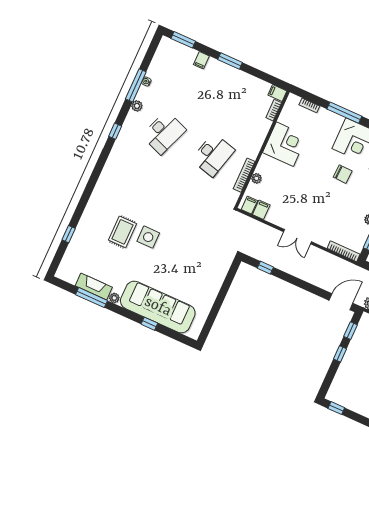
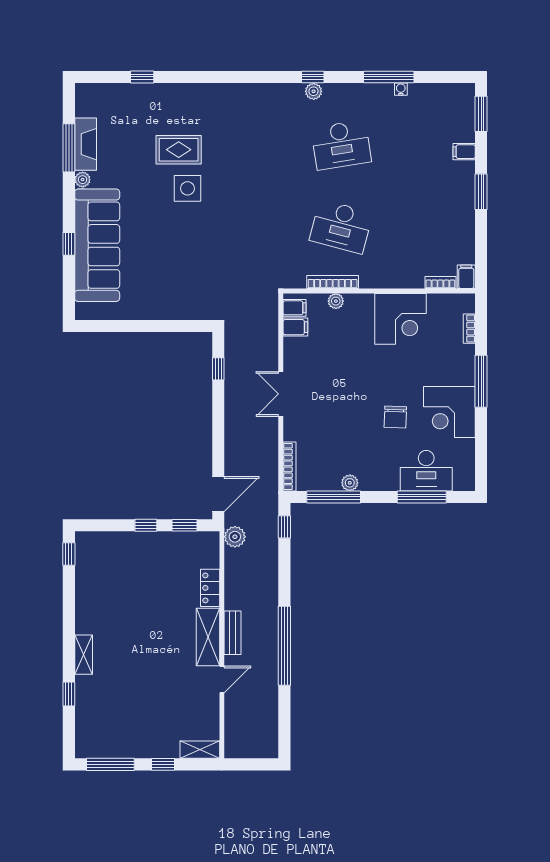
plant: (137, 106) -> (314, 91), moved
desk: (164, 133) -> (341, 145), turned -30
door: (341, 302) -> (218, 494), hinge flipped

